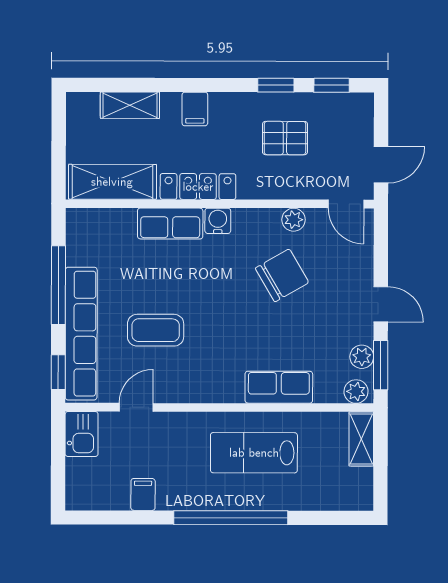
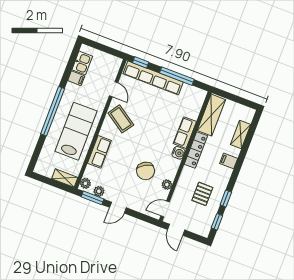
coffee table: (156, 330) -> (121, 119), moved, turned -56
kitchen sink: (82, 434) -> (82, 63), moved, turned -90
lab bench: (254, 453) -> (76, 131), width x1.36, depth x1.39

